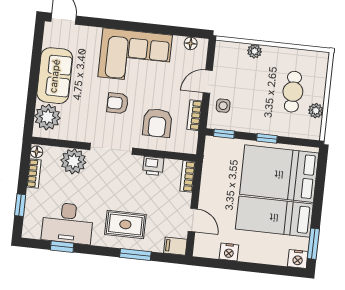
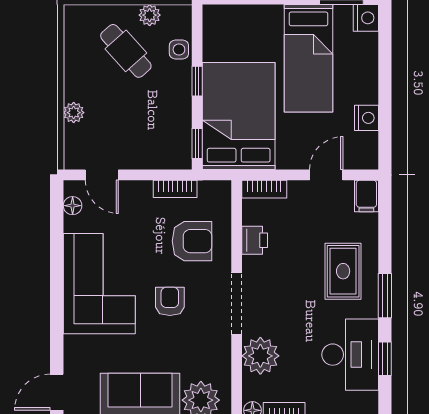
door: (208, 82) -> (102, 175), moved
cafe table: (293, 92) -> (126, 51), turned 48
armchair: (118, 103) -> (170, 301), turned 180
side table: (223, 106) -> (179, 49), moved
bed: (279, 174) -> (239, 116), moved, turned 180
window: (135, 255) -> (385, 296), moved

